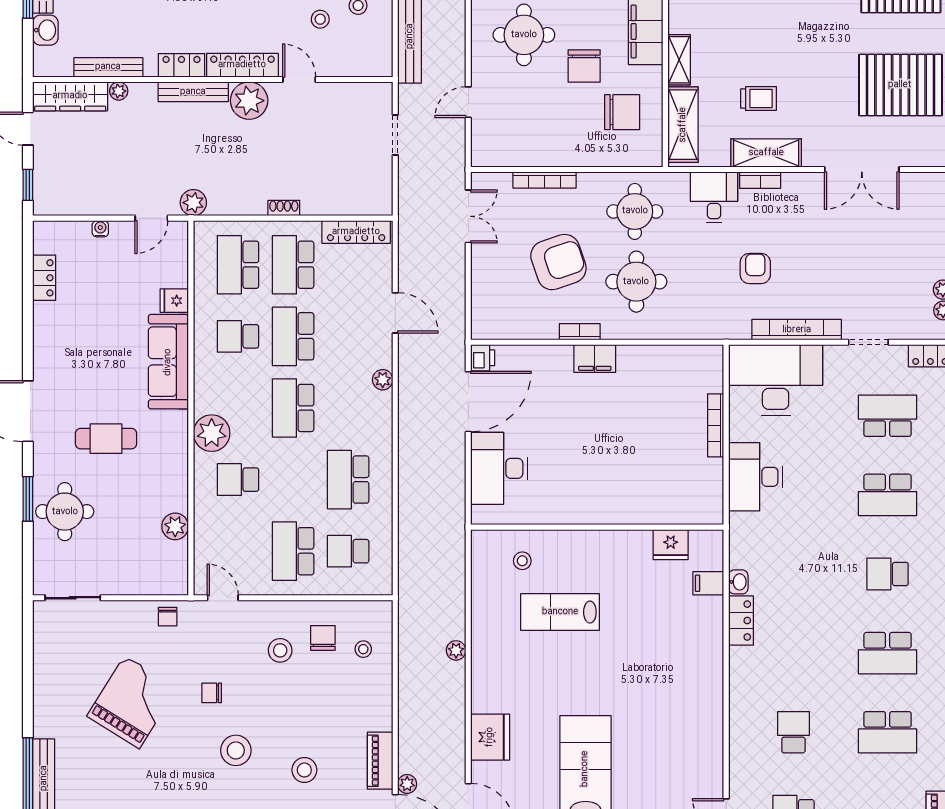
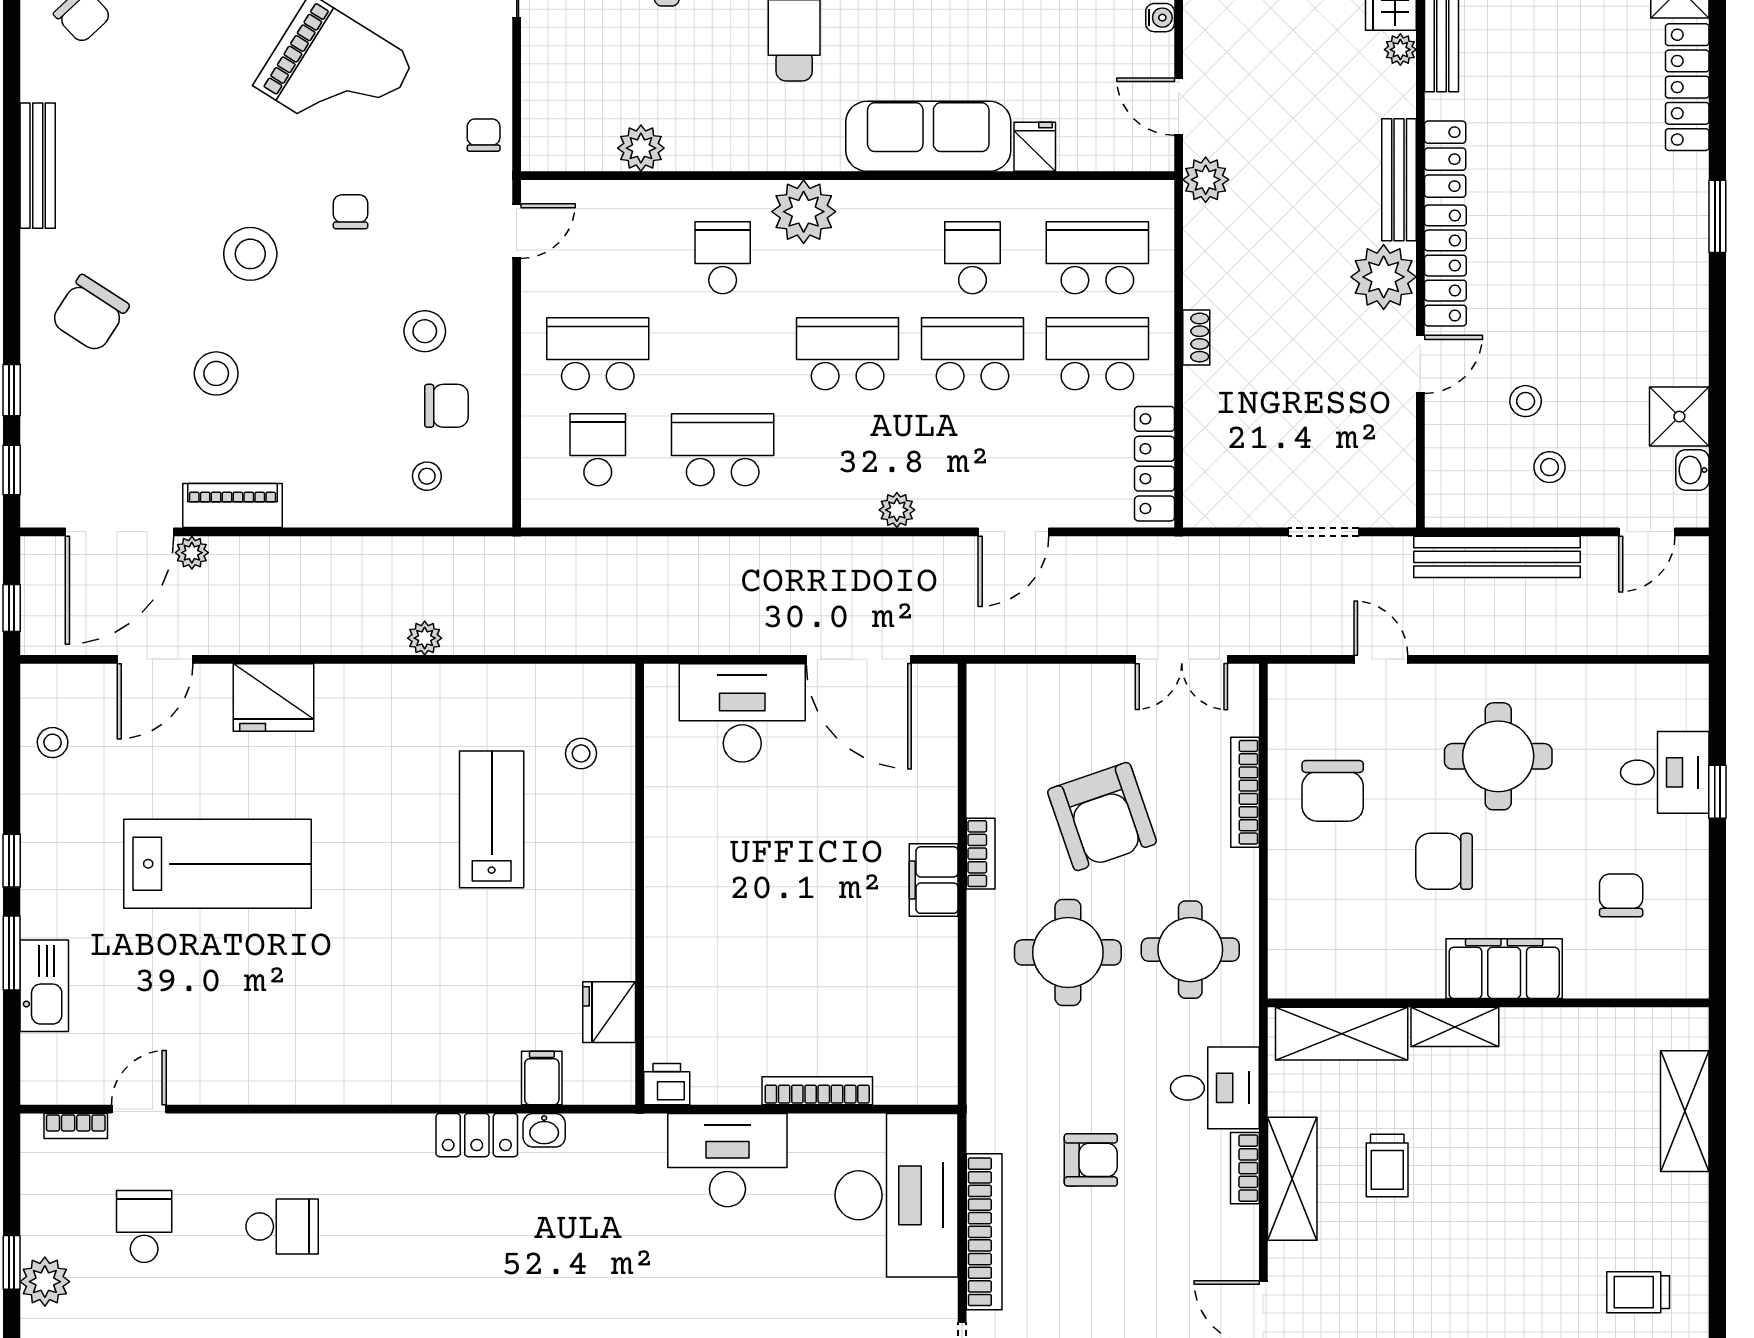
chair: (622, 112) -> (1333, 791), moved
printer: (483, 358) -> (667, 1084), moved, turned 180
chair: (168, 617) -> (484, 135), turned 90

